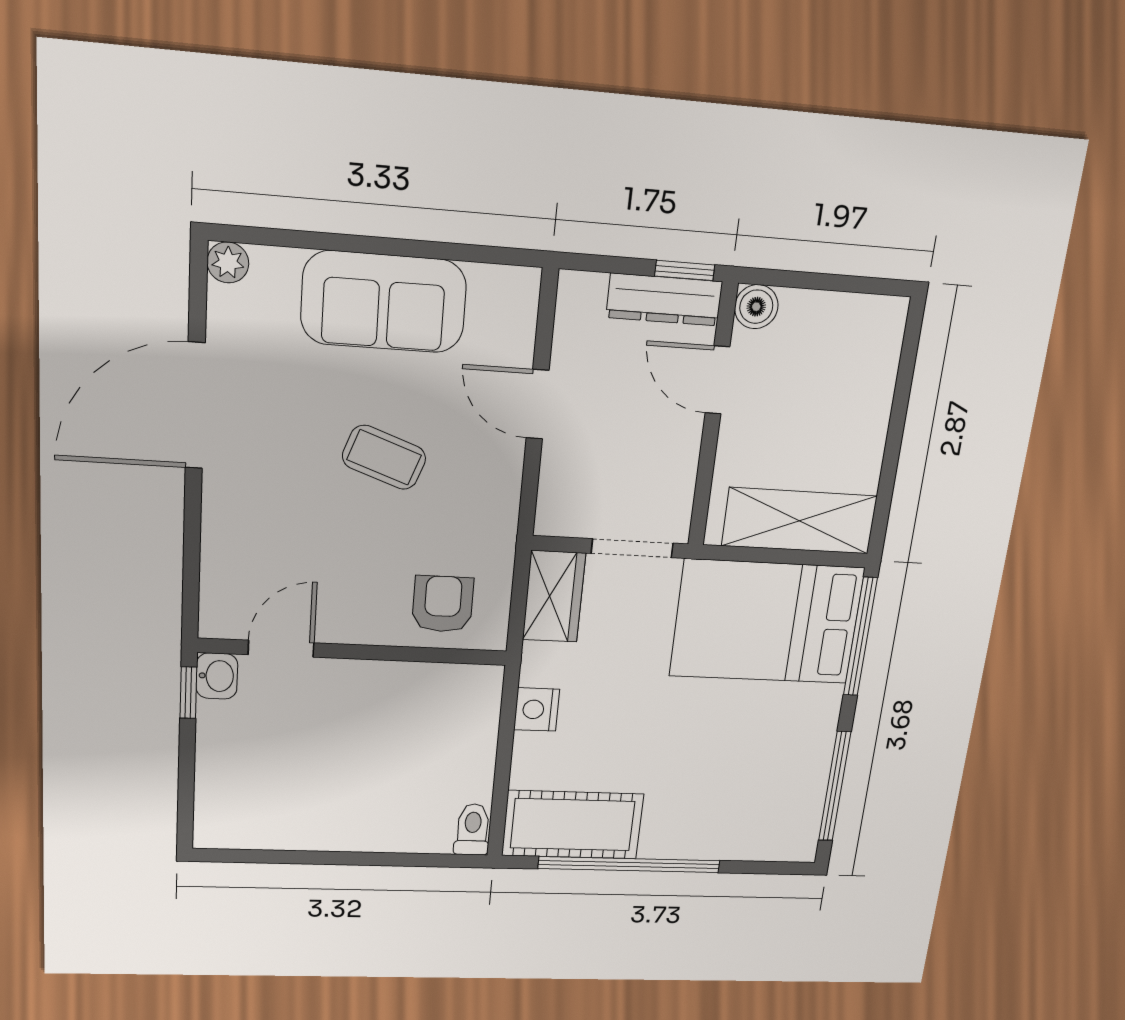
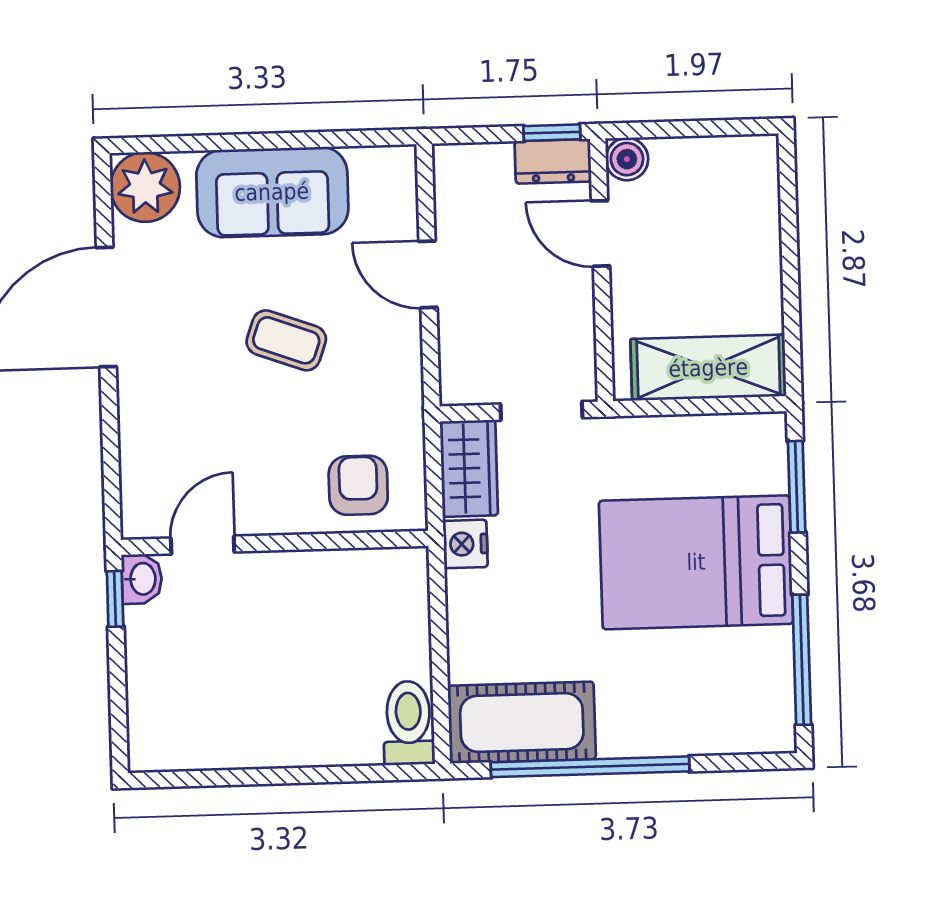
plant: (228, 262) -> (145, 187), width x1.88, depth x1.88
dresser: (664, 300) -> (553, 161), width x0.70
bed: (767, 622) -> (696, 562), moved
window: (860, 637) -> (797, 487), width x0.69
nightstand: (537, 709) -> (465, 544), moved
toilet: (473, 830) -> (409, 723), width x1.37, depth x1.39

